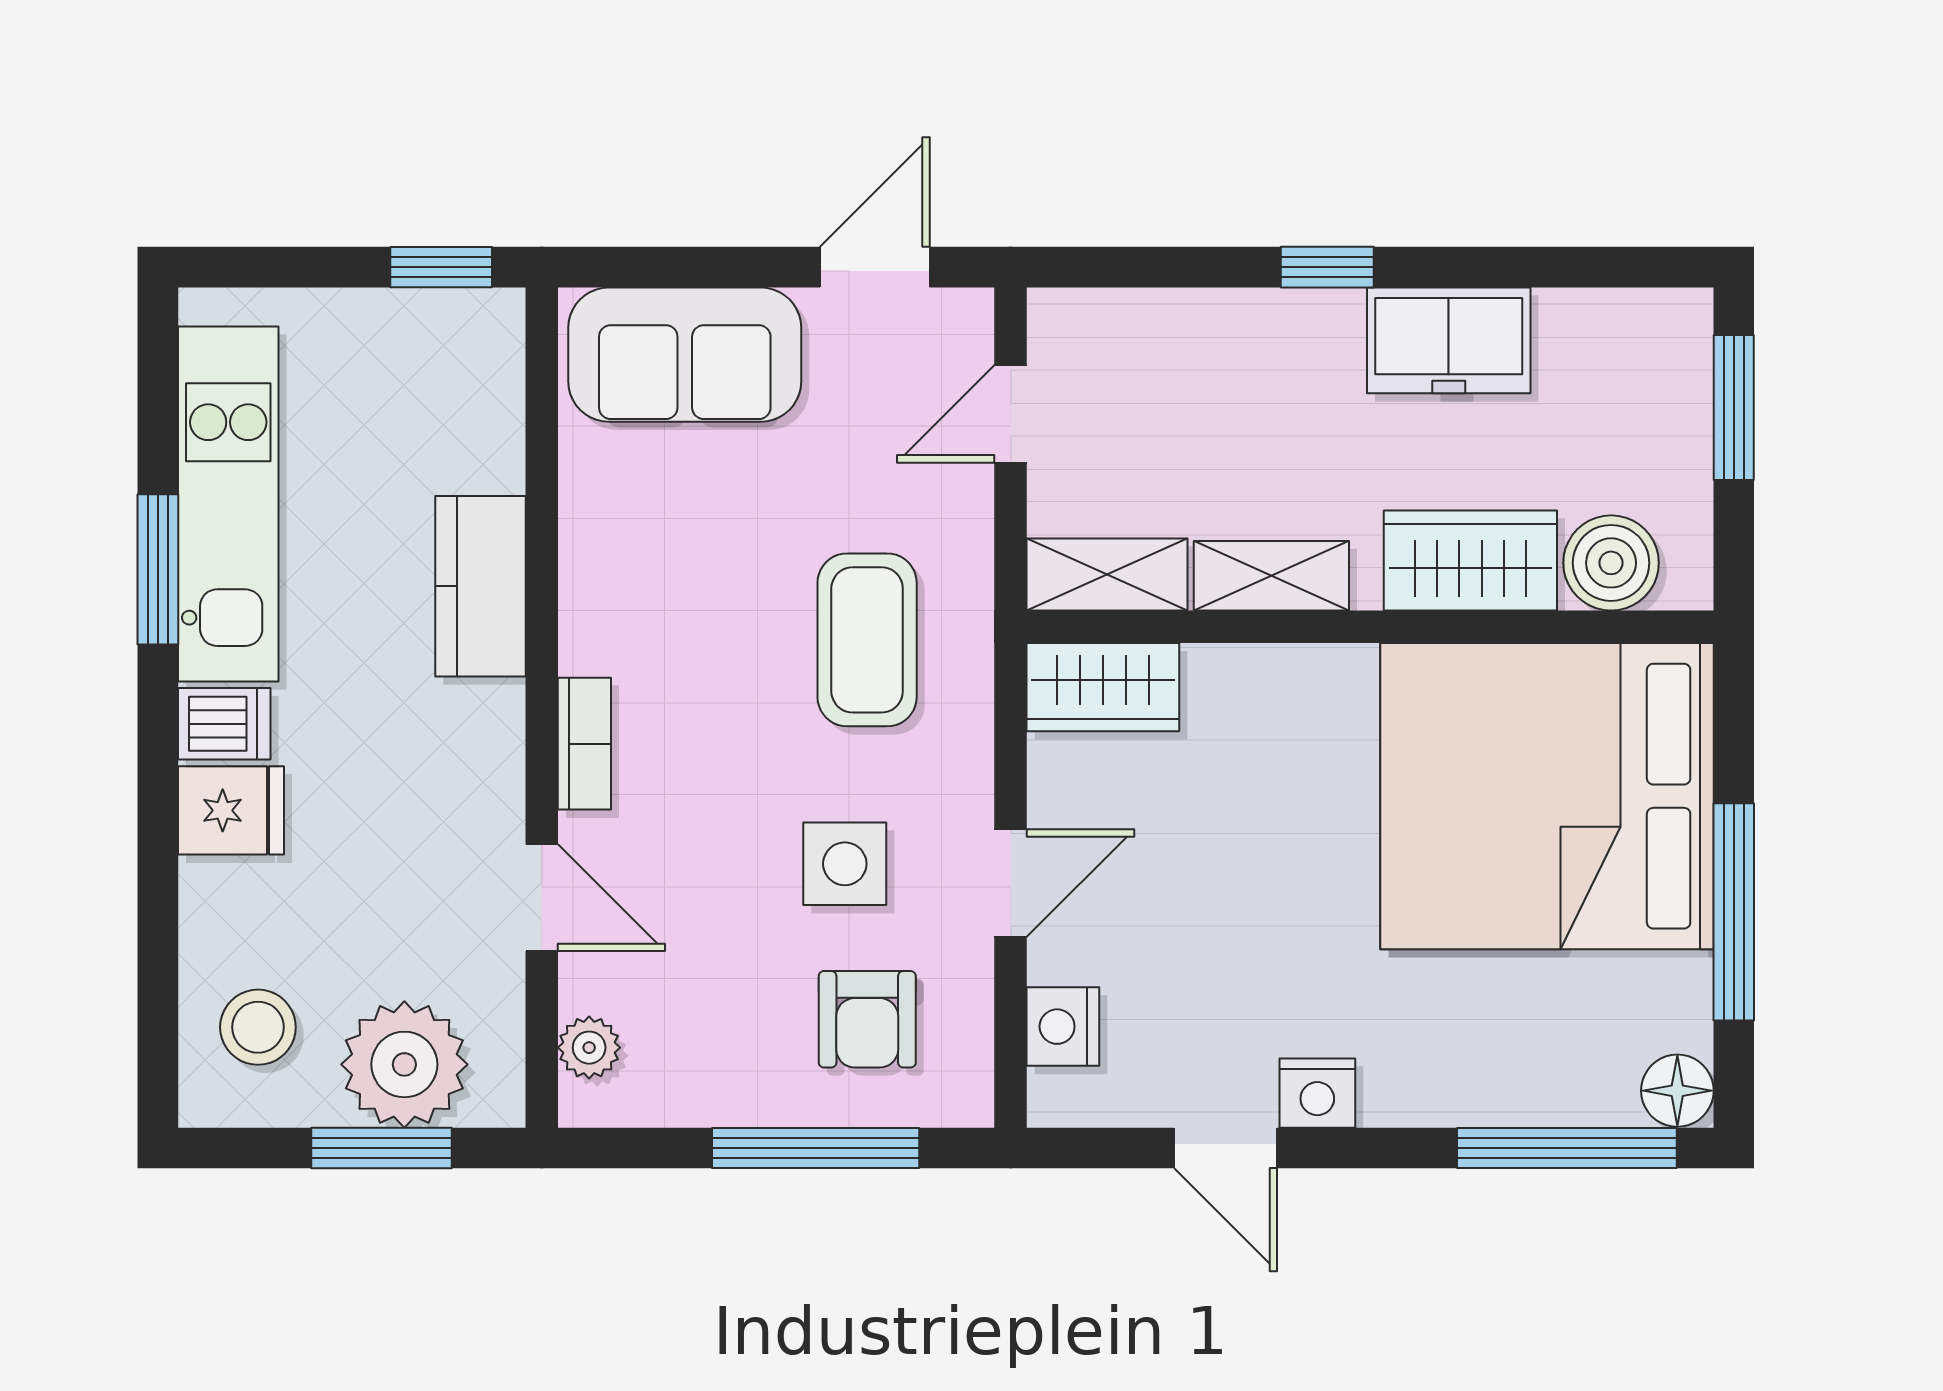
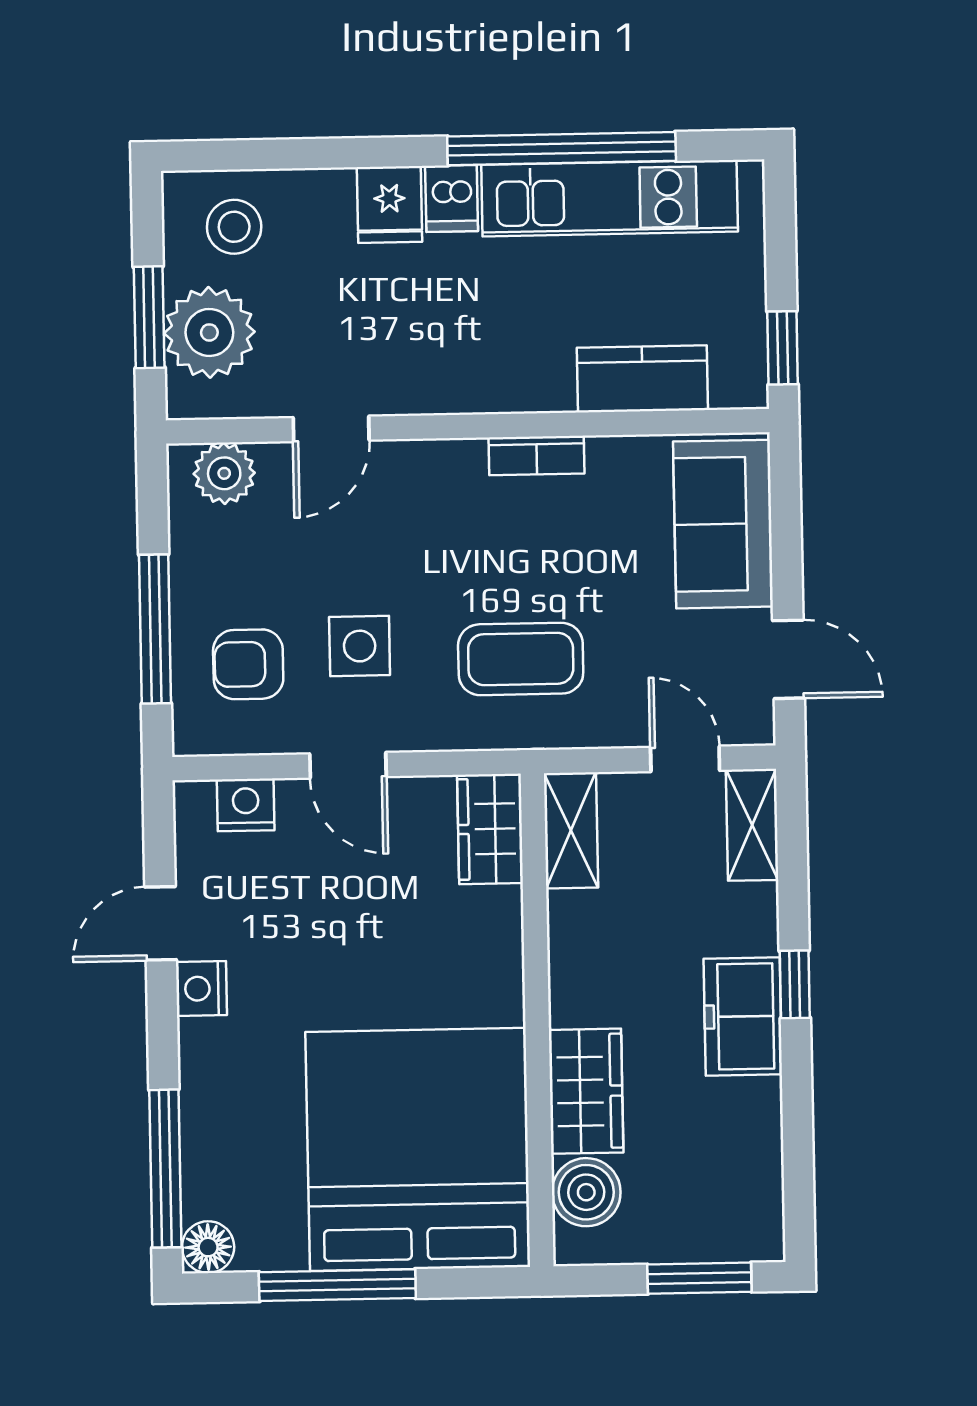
freezer: (1449, 340) -> (743, 1016), moved
window: (158, 569) -> (562, 149), width x2.11
shelving: (1271, 576) -> (752, 825), moved
kitchen counter: (480, 586) -> (642, 379), moved
bookcase: (584, 744) -> (537, 456), moved
plant: (589, 1048) -> (224, 473), width x1.38, depth x1.38

